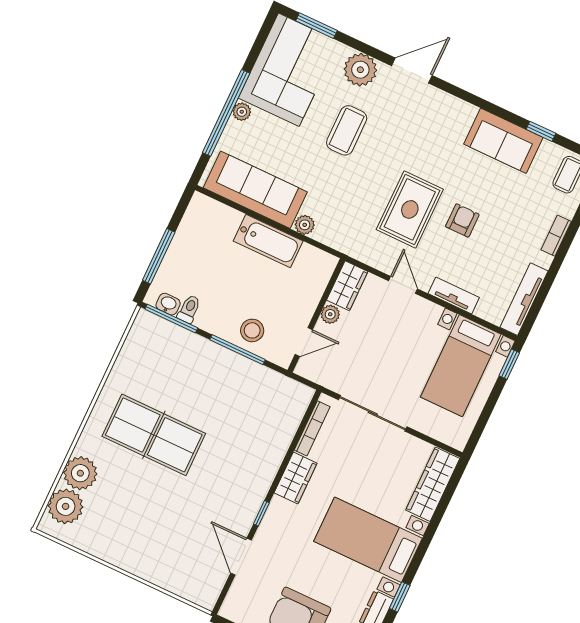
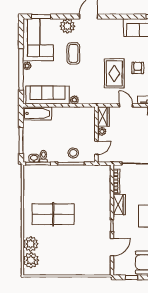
bathtub: (268, 241) -> (37, 113), moved
door: (241, 557) -> (112, 247), swing flipped

